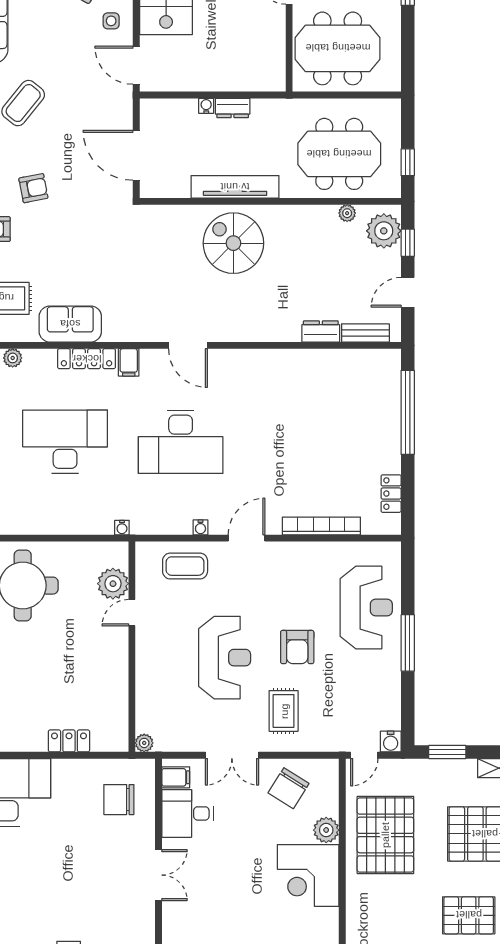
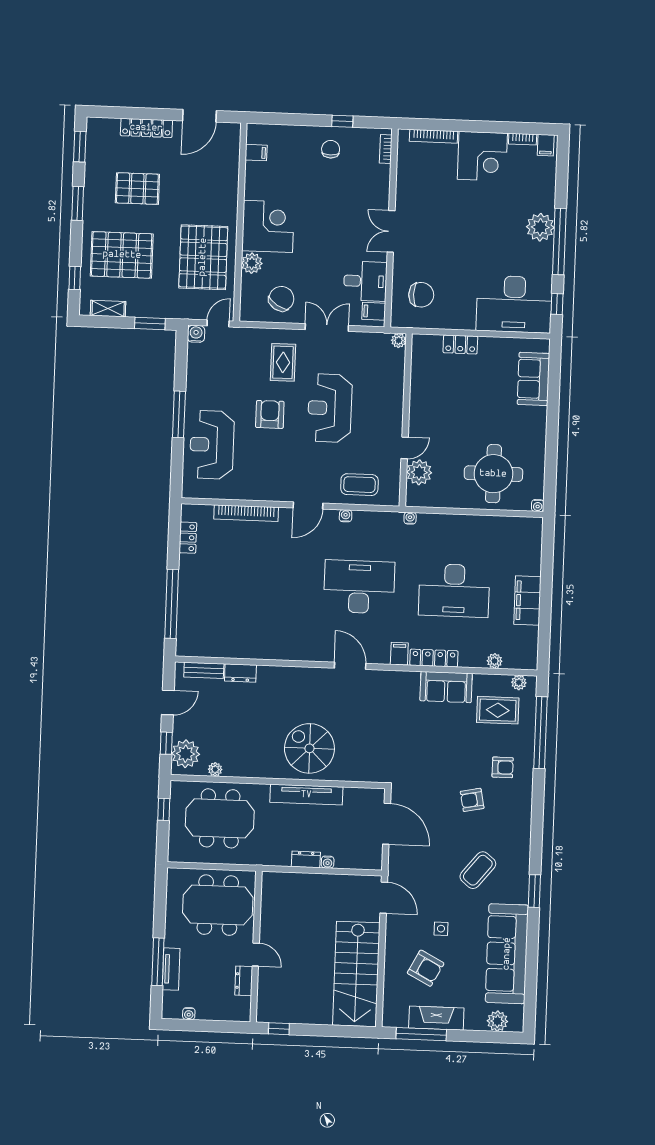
side table: (111, 21) -> (441, 929), moved
spiral stairs: (233, 243) -> (309, 748), turned 180

